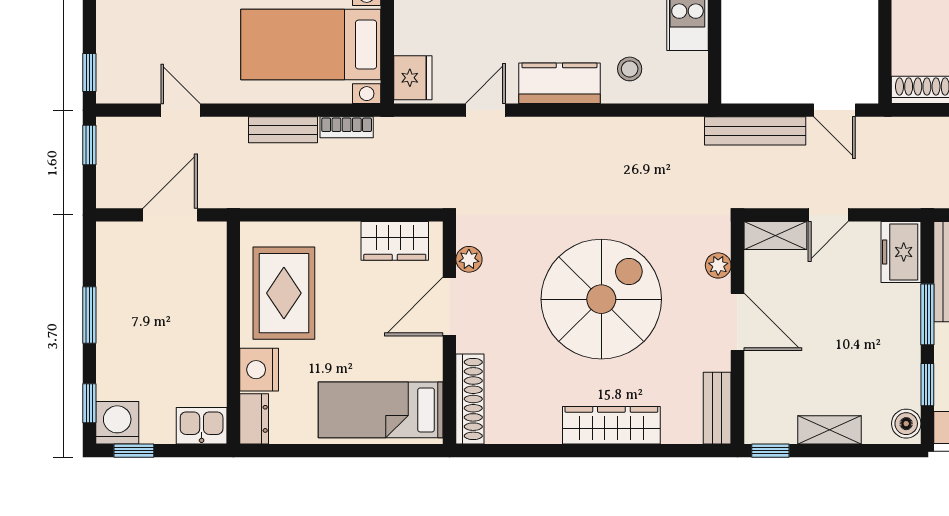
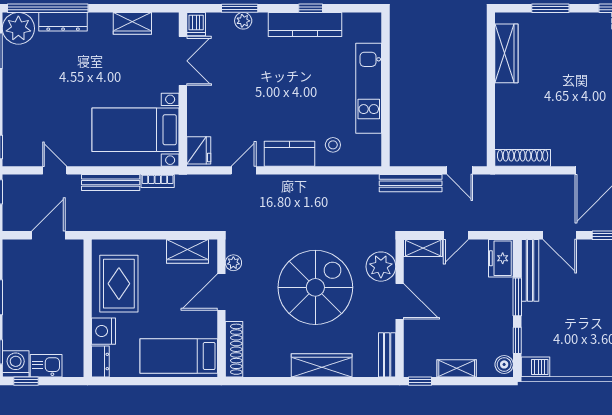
bench: (283, 130) -> (111, 183), width x1.36
plant: (718, 265) -> (381, 267), width x1.87, depth x1.87
kitchen sink: (202, 426) -> (46, 366), moved

